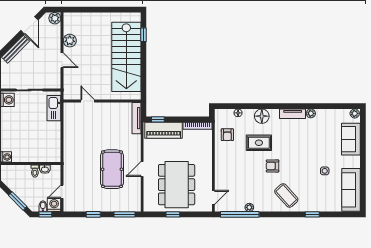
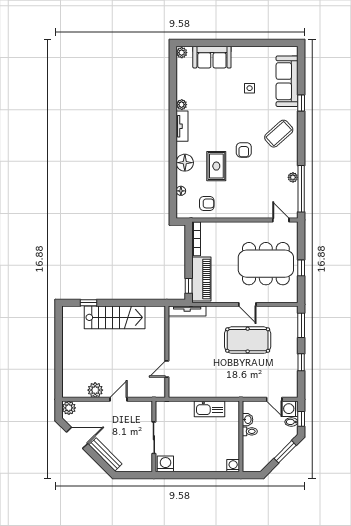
stairs: (126, 57) -> (115, 317), width x0.73, depth x0.66
kitchen sink: (54, 108) -> (209, 409), moved
sofa: (351, 190) -> (287, 81), moved, turned 90

